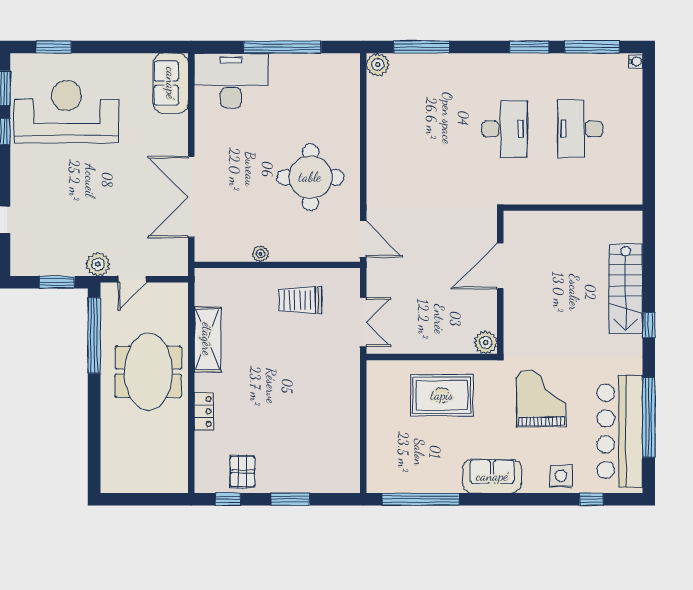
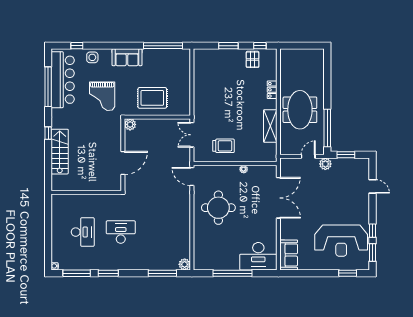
desk: (504, 129) -> (121, 232), turned 90

